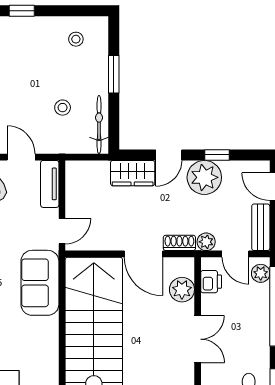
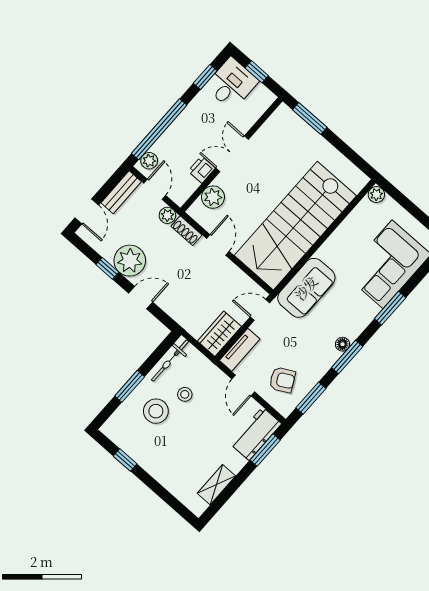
window: (22, 11) -> (125, 460), moved
stool: (76, 39) -> (156, 411), moved, width x1.89, depth x1.89
wardrobe: (133, 173) -> (219, 334), moved, turned -90
door: (143, 254) -> (218, 245), width x0.73
printer: (211, 282) -> (202, 170), moved

